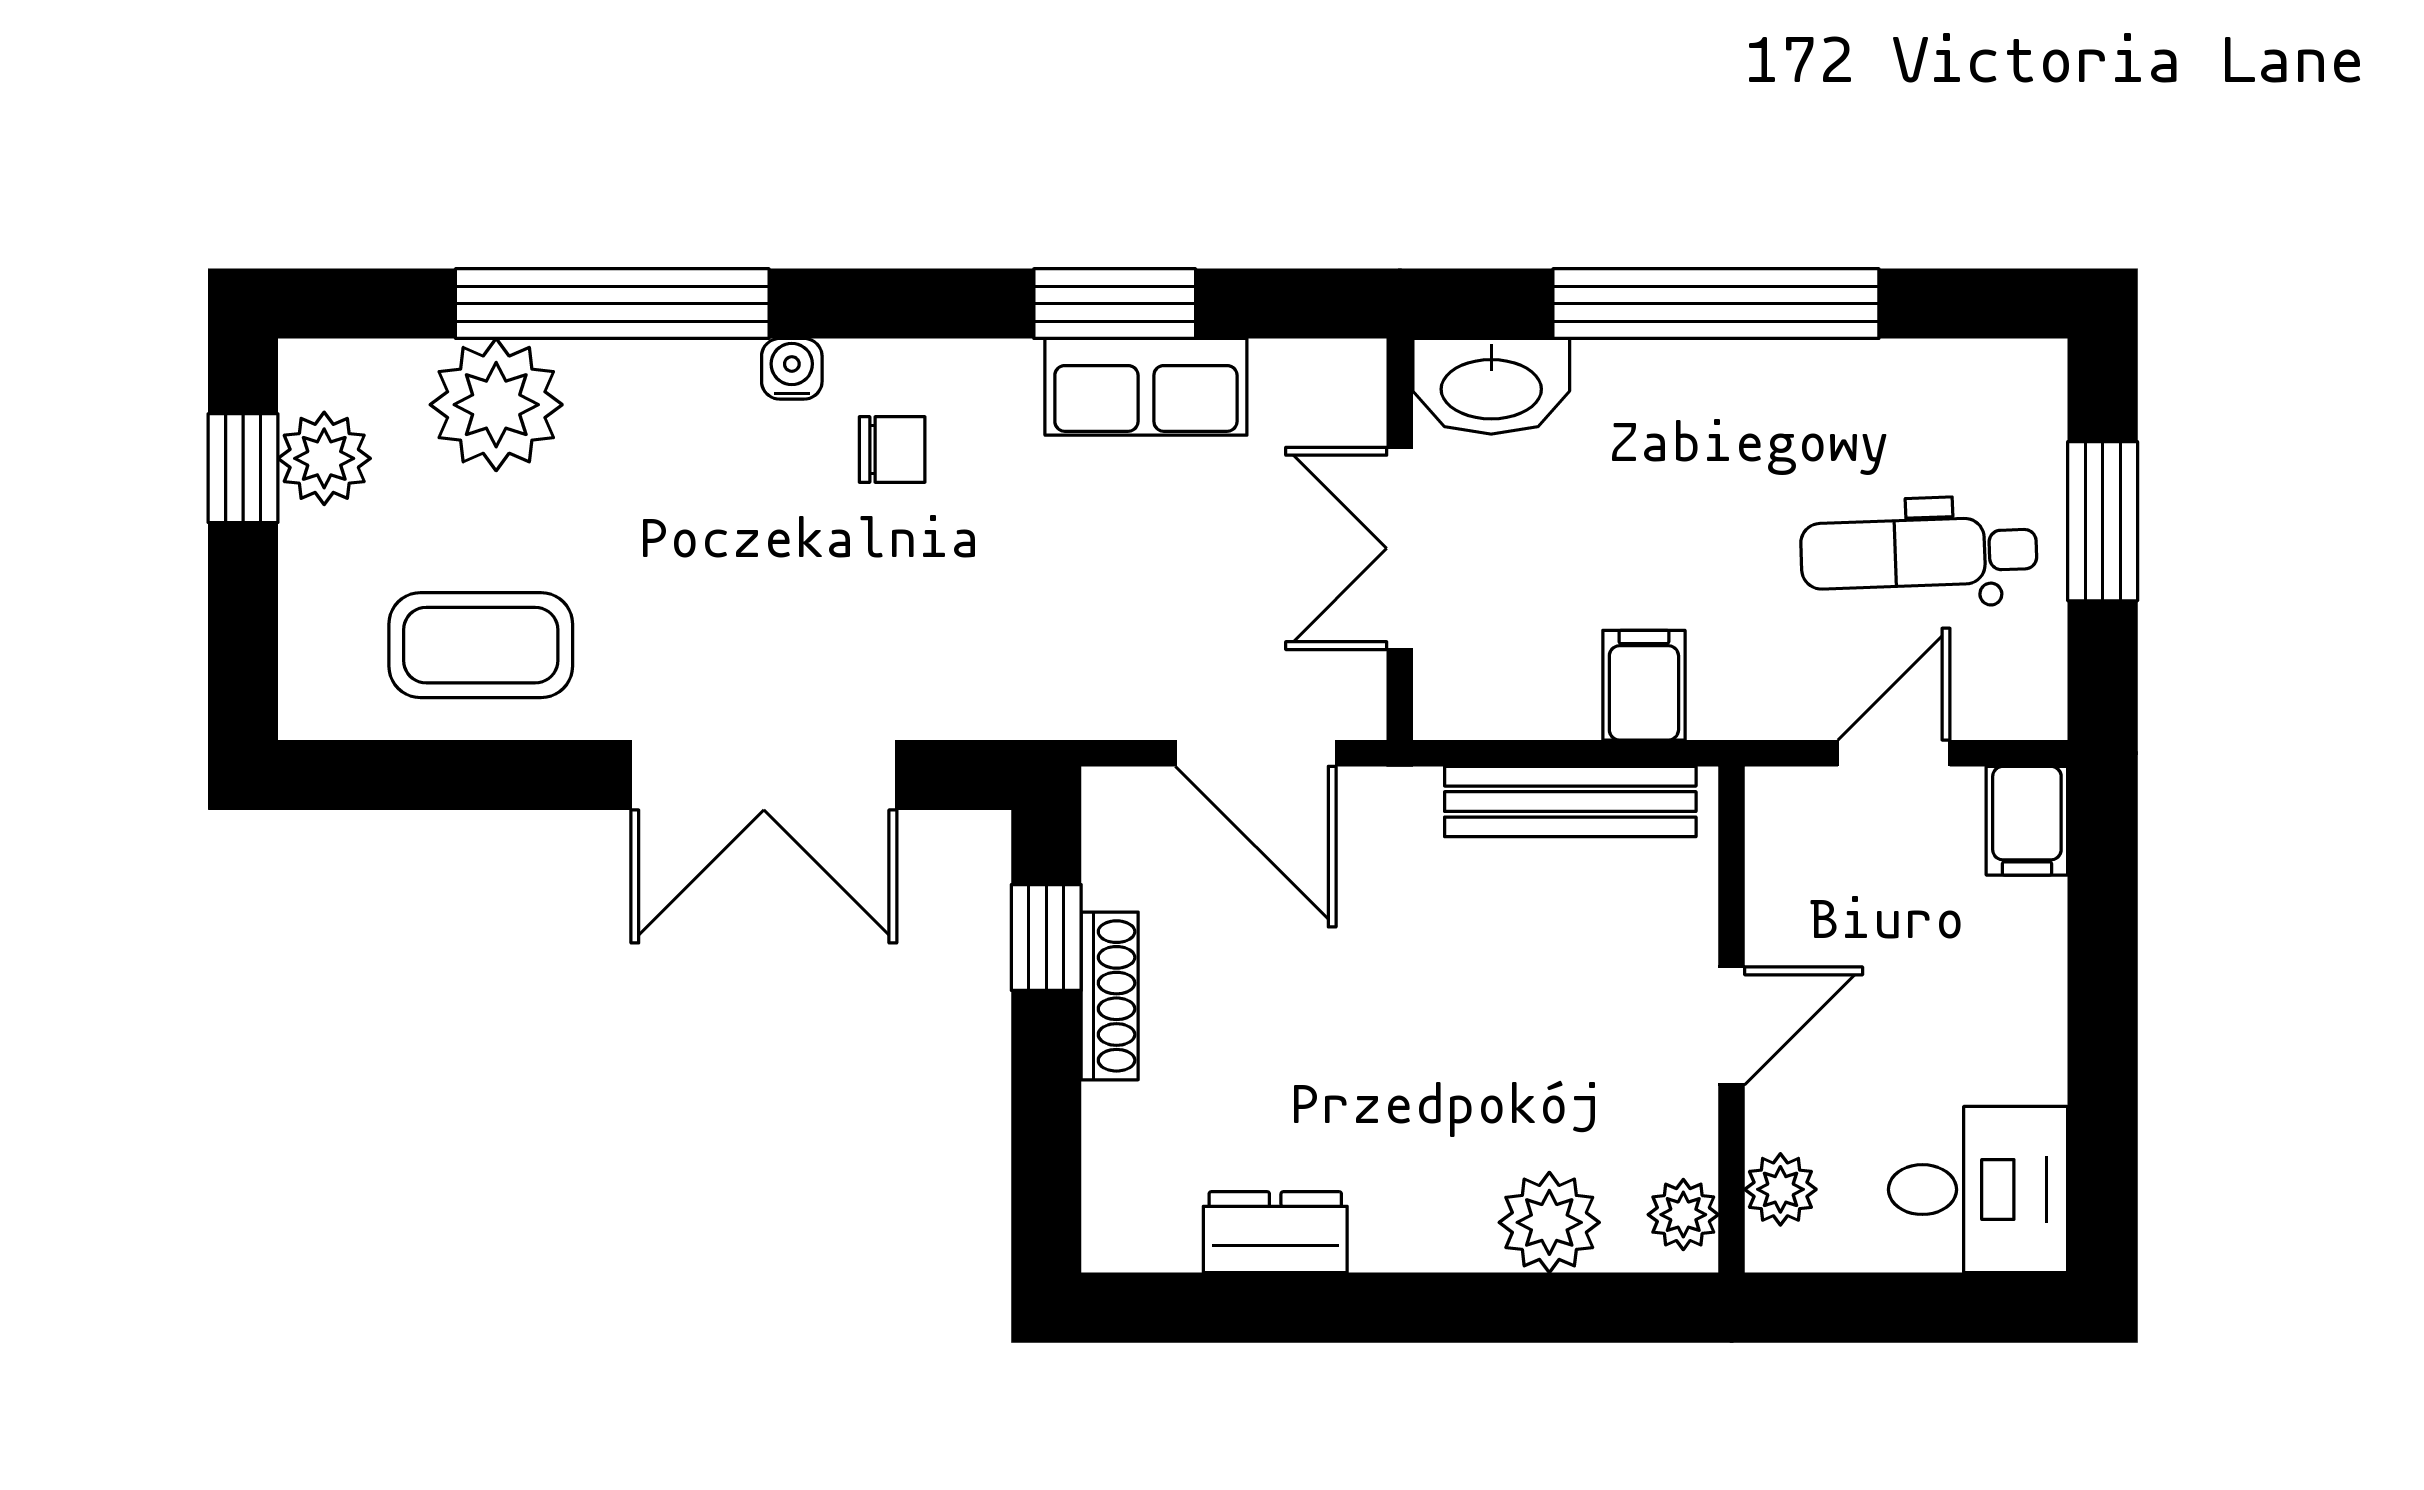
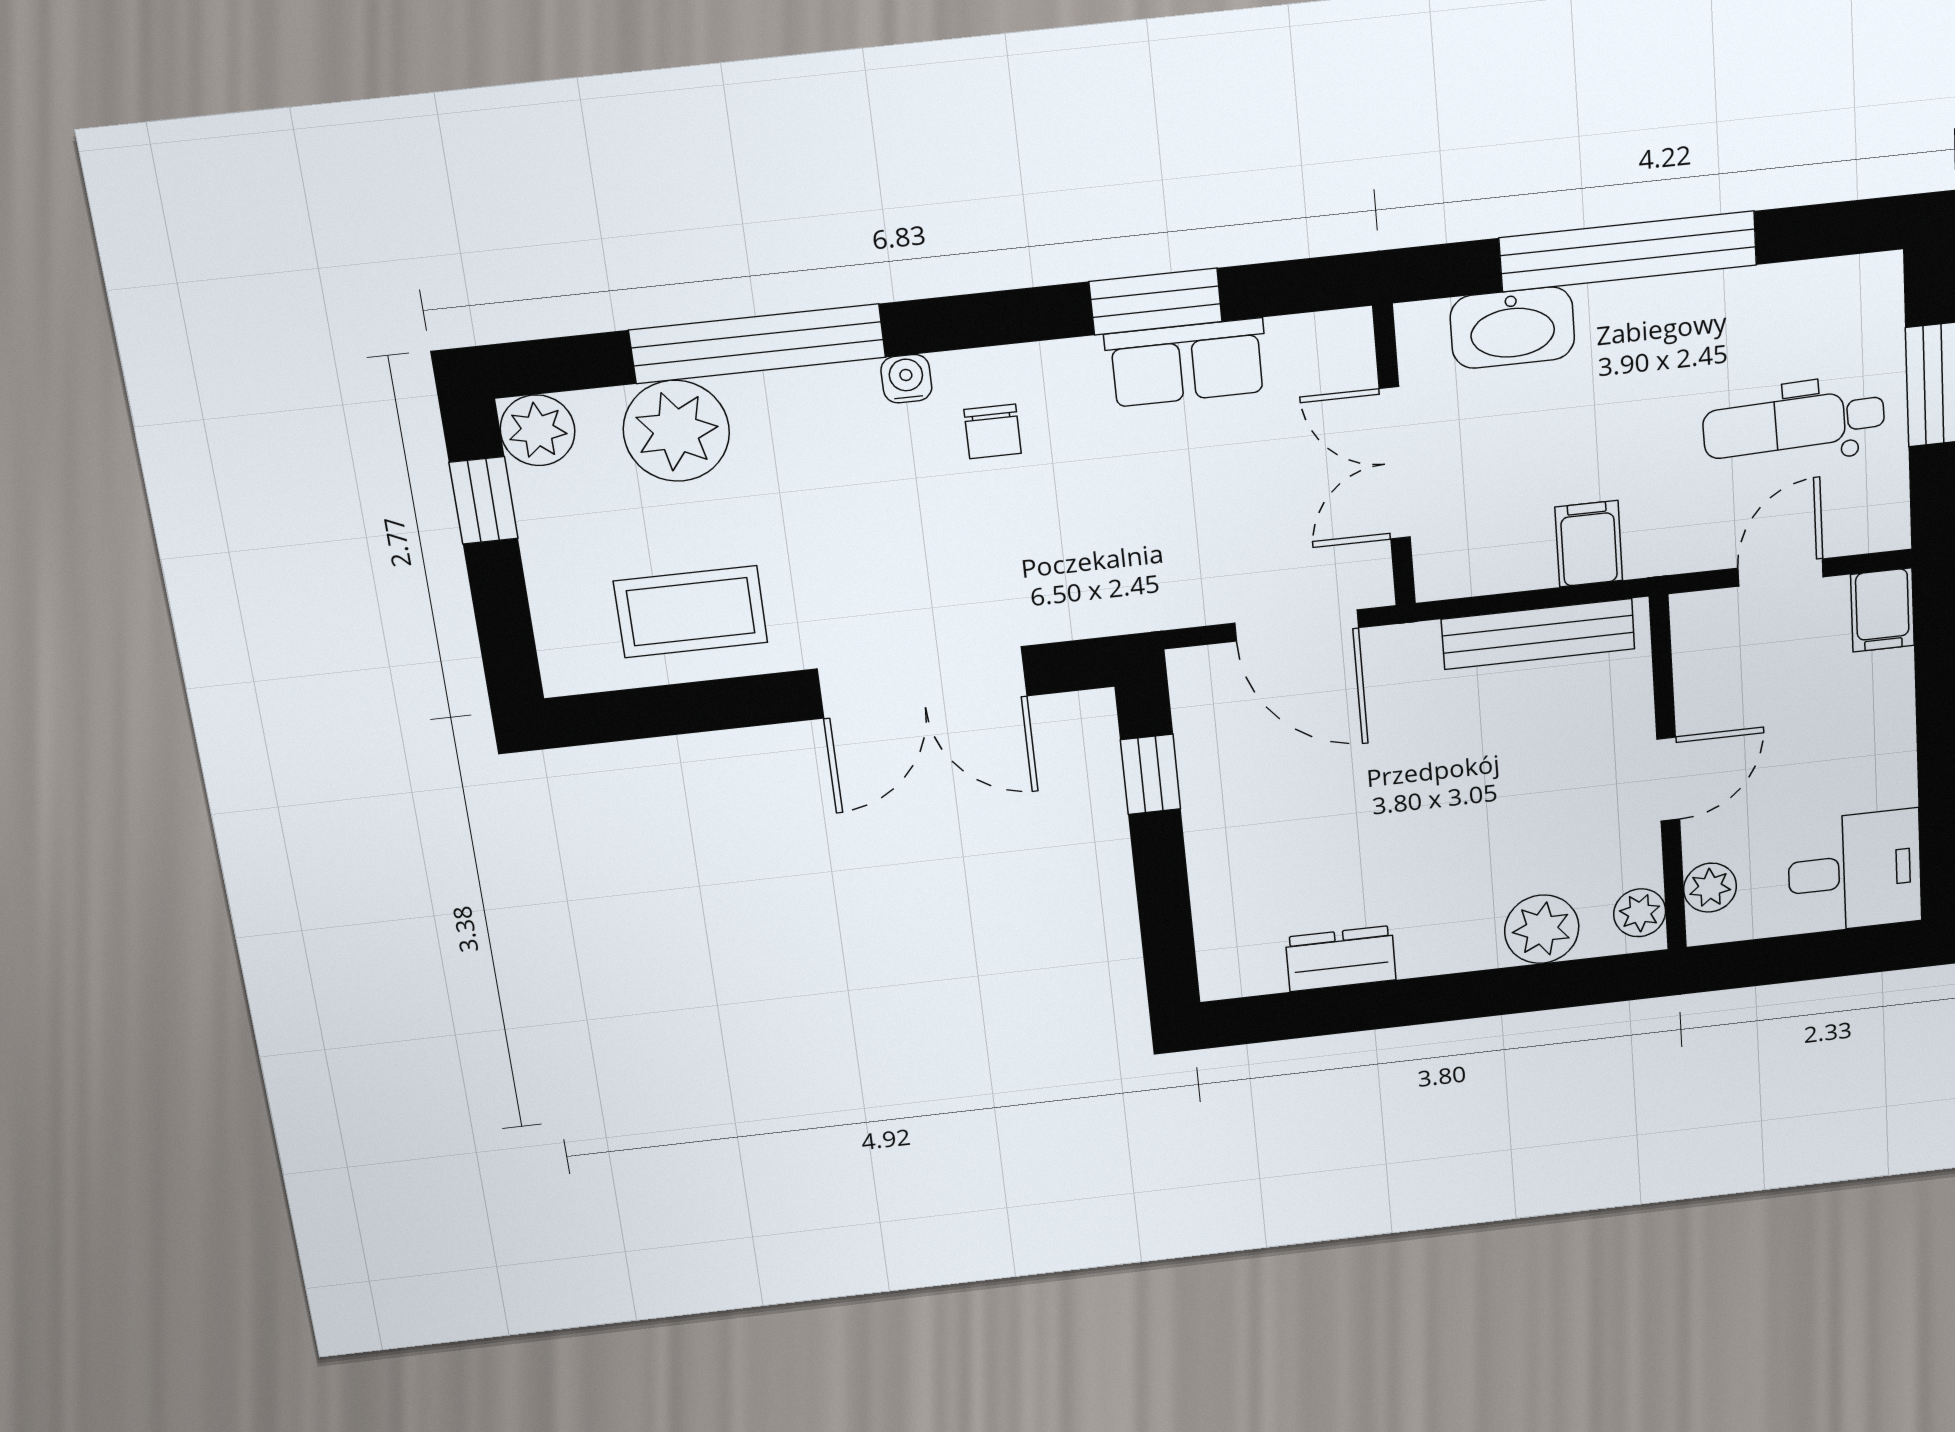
washbasin: (1491, 386) -> (1512, 328), moved
chair: (892, 449) -> (993, 432), turned 90
plant: (324, 458) -> (538, 430), moved
shoe rack: (1110, 996) -> (1202, 810), removed

